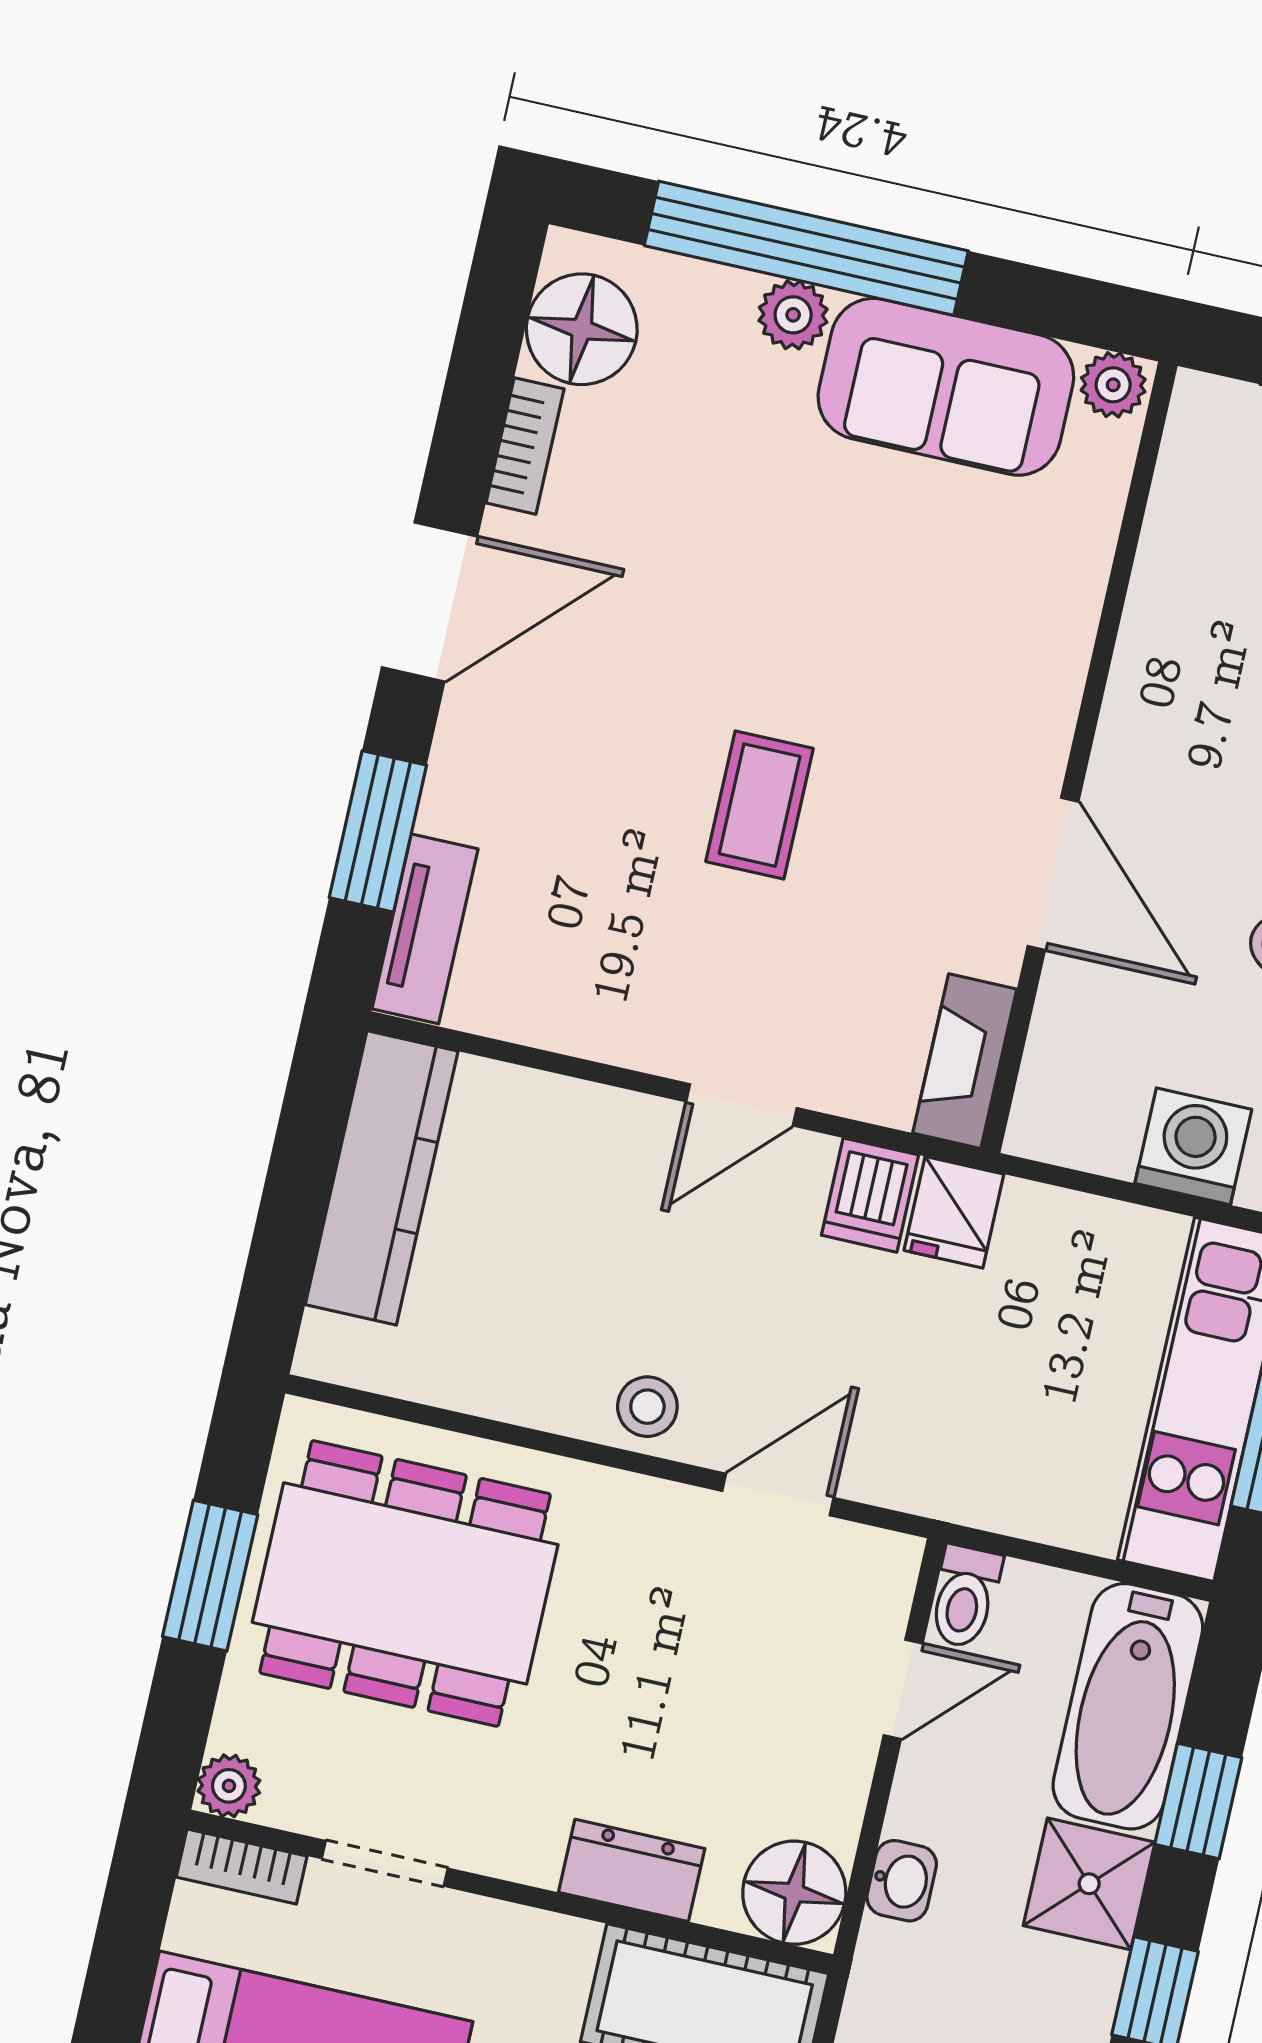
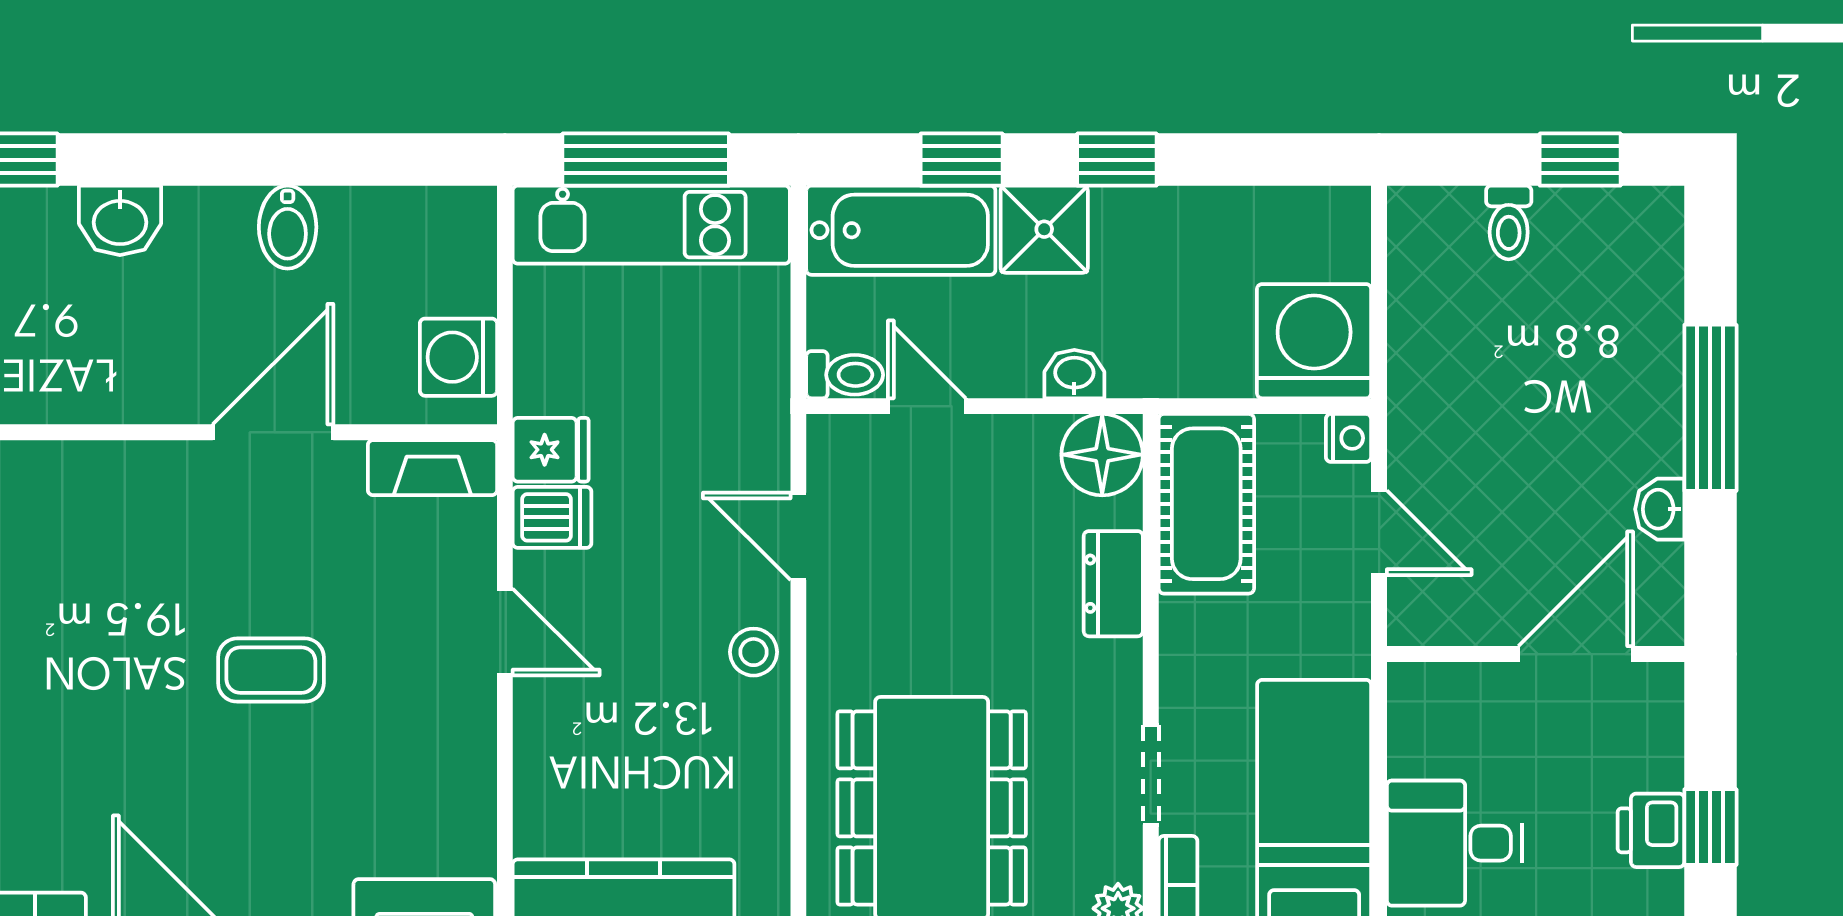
washing machine: (1193, 1146) -> (458, 357), moved

